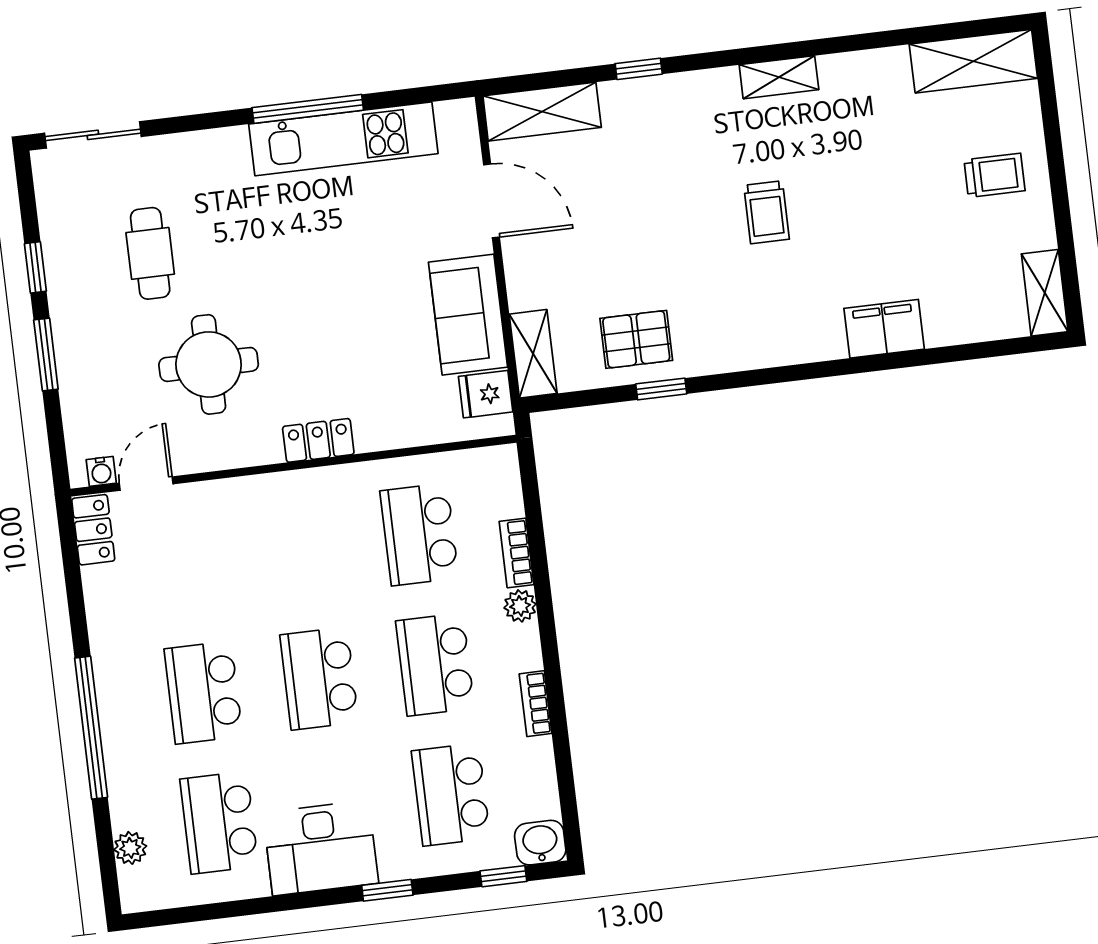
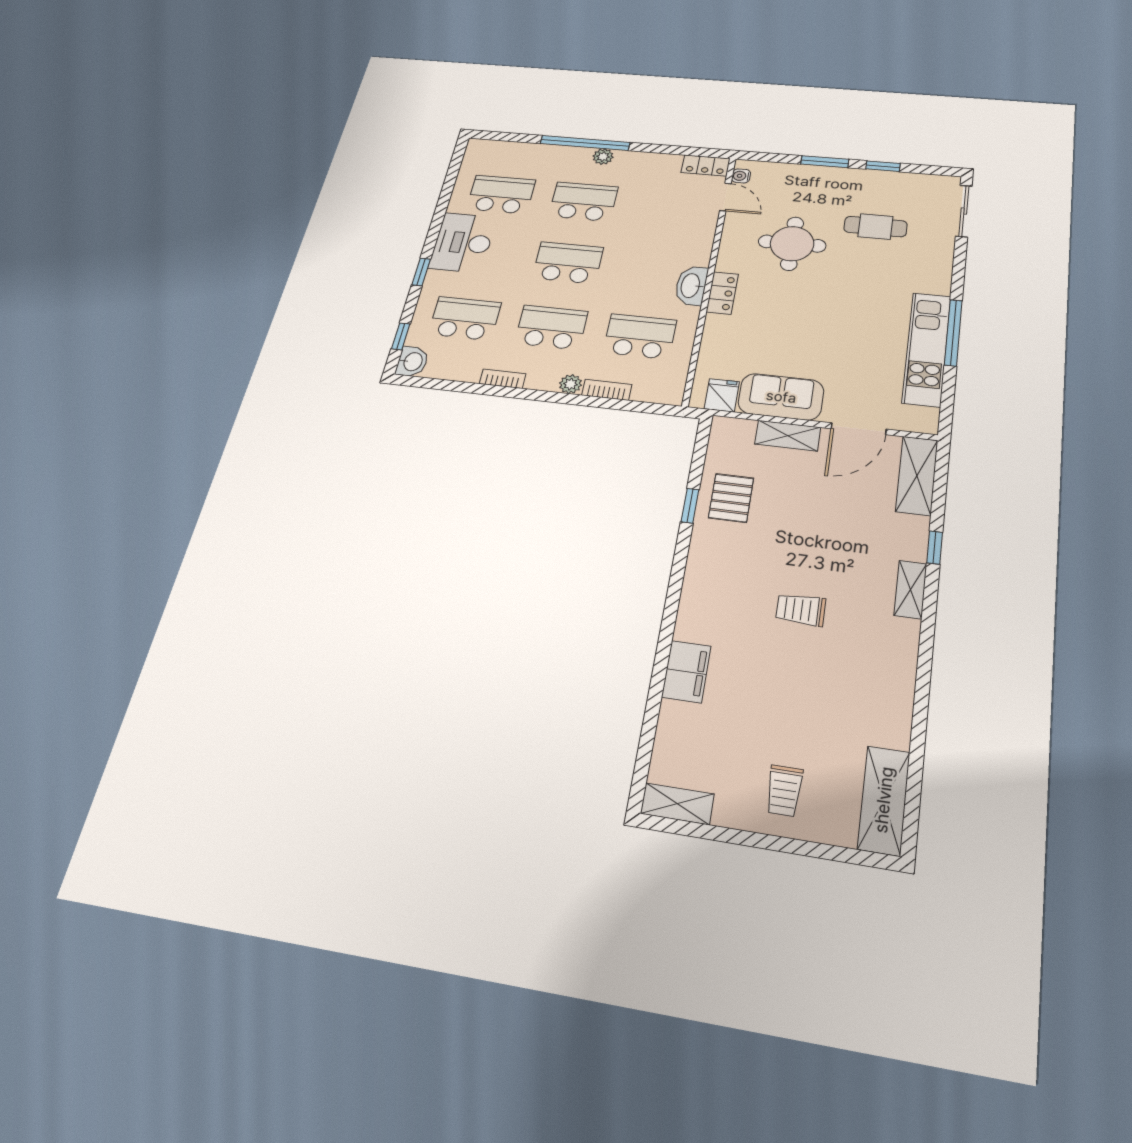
shelving: (779, 77) -> (910, 590), moved
shelving: (533, 354) -> (788, 436), moved
washbasin: (316, 488) -> (691, 286), added
plant: (130, 848) -> (603, 157), moved

